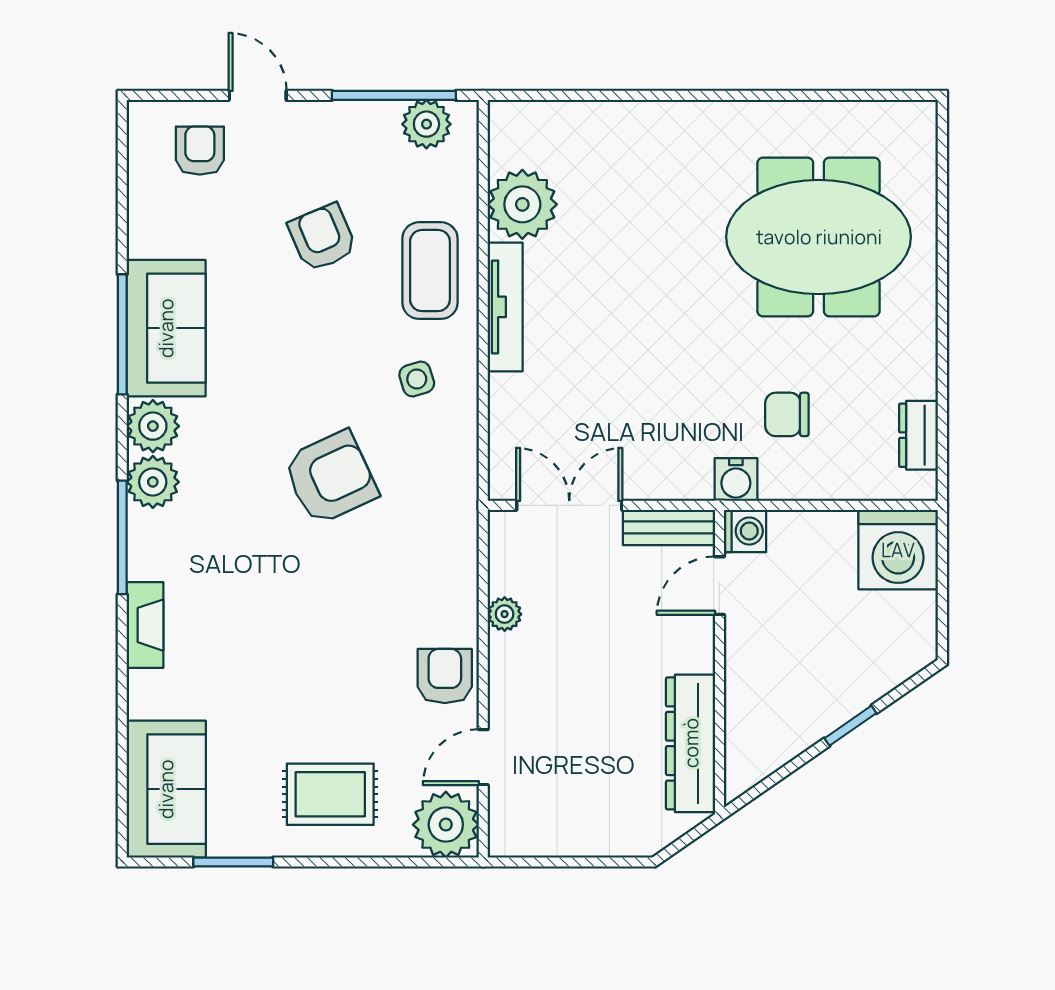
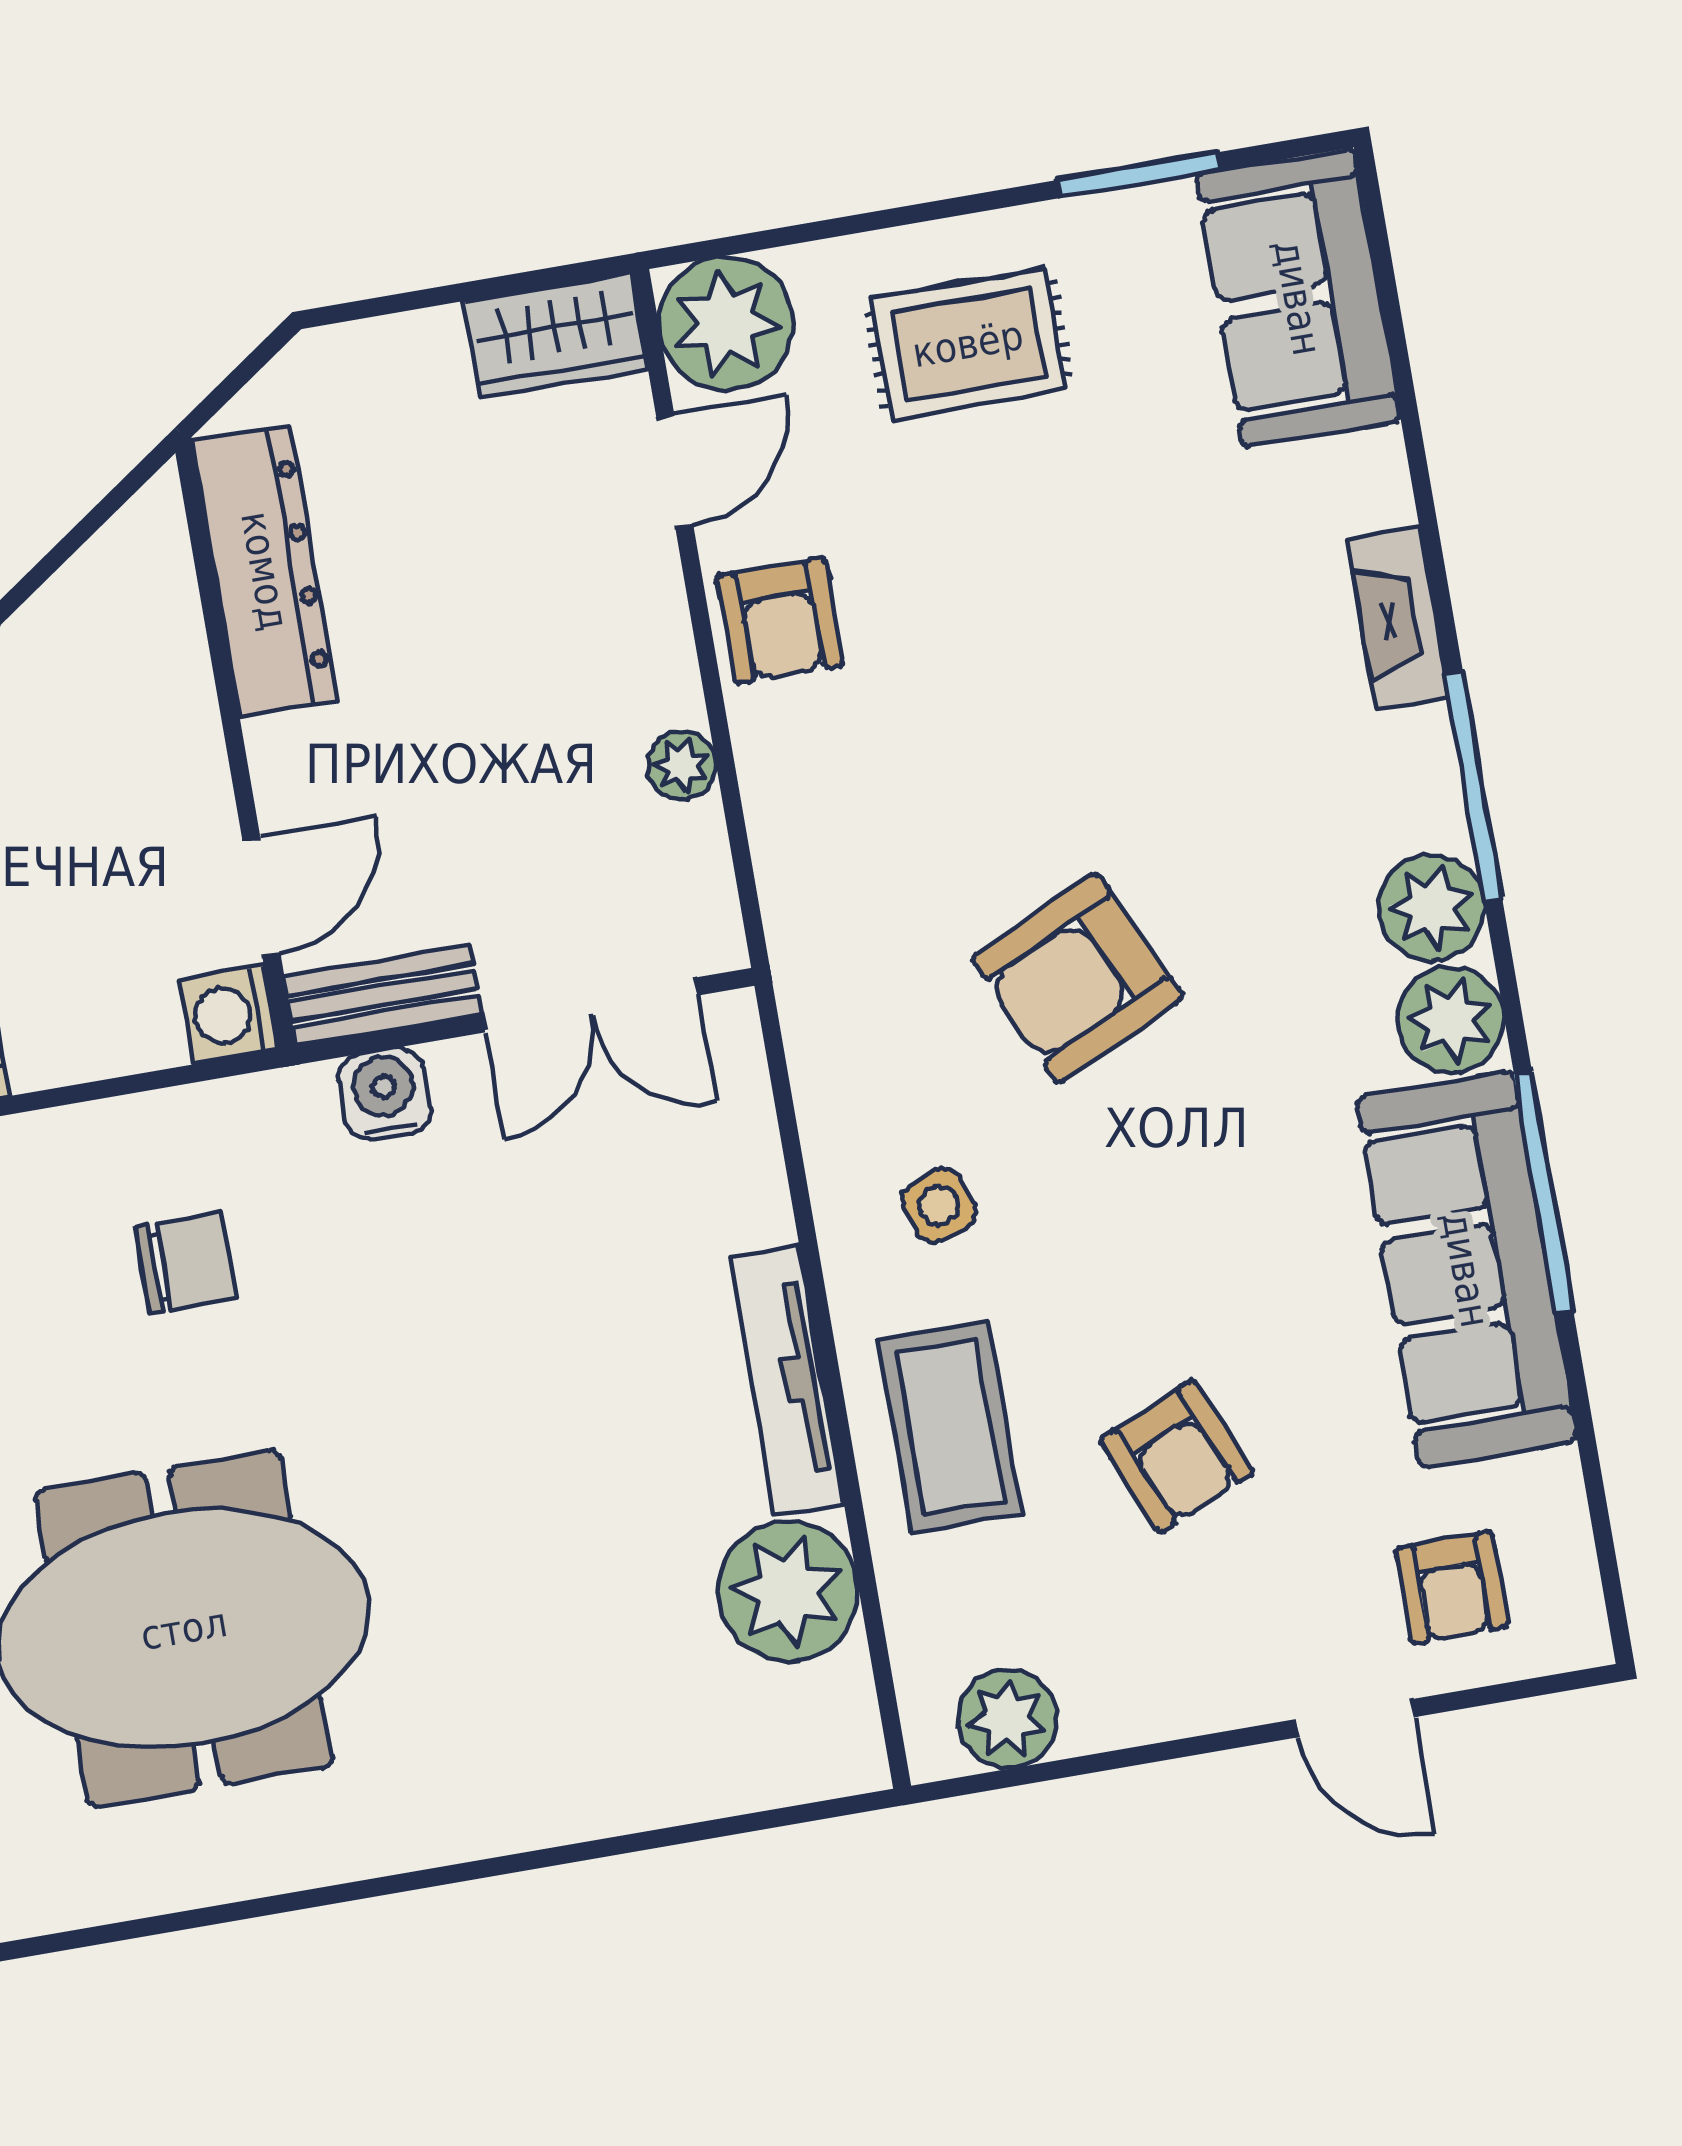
window: (394, 95) -> (1083, 1765), removed
sofa: (166, 328) -> (1466, 1270), width x1.36
water cooler: (736, 480) -> (385, 1094), moved
wardrobe: (529, 833) -> (556, 335), added

